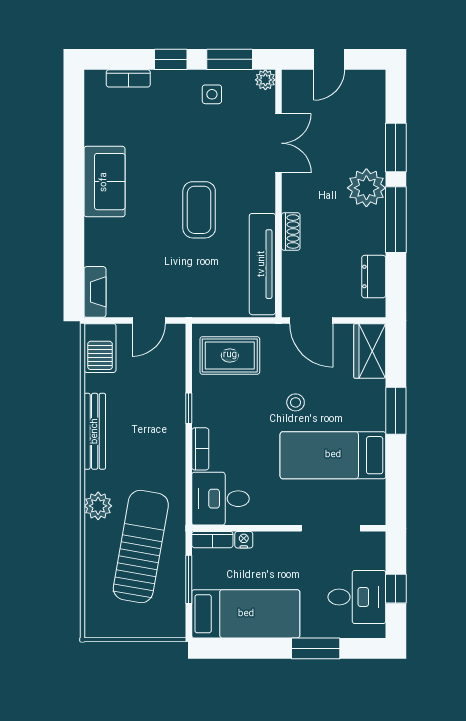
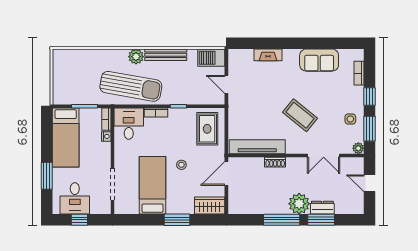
sofa: (104, 182) -> (319, 60), moved
coffee table: (199, 210) -> (300, 115), moved, turned 39
dresser: (374, 277) -> (322, 208), moved
fireplace: (95, 292) -> (268, 55), moved
plant: (98, 506) -> (136, 57), moved
sun lounger: (141, 546) -> (131, 86), moved

